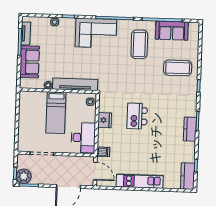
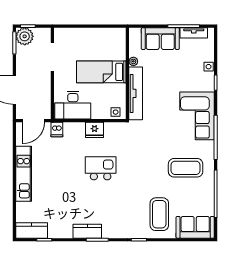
sofa: (172, 31) -> (195, 227), moved, turned 90

